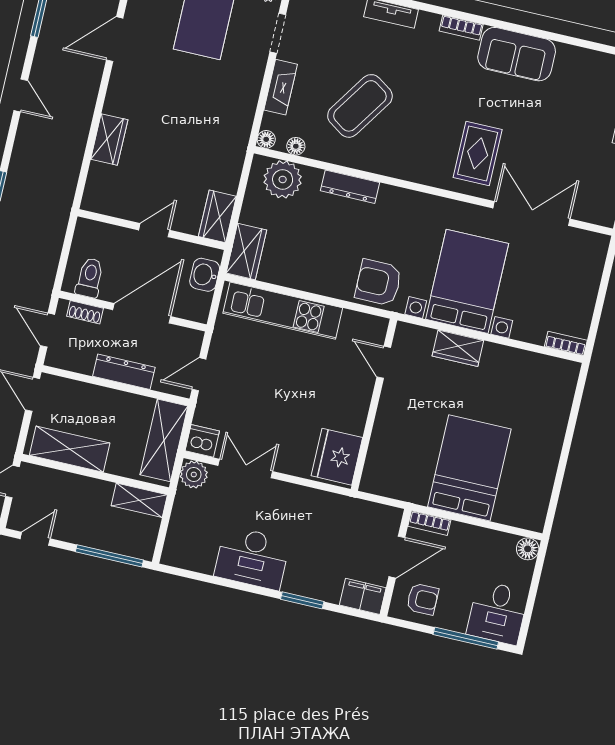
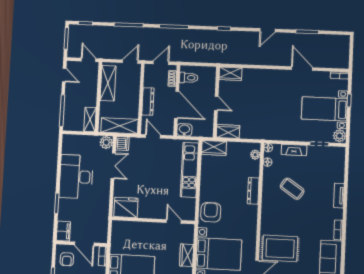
coffee table: (360, 106) -> (292, 189), width x0.73, depth x0.76
wardrobe: (109, 139) -> (230, 74), moved
rug: (478, 153) -> (280, 248), width x1.36, depth x1.43
plant: (283, 179) -> (255, 155), width x0.53, depth x0.53
washbasin: (205, 275) -> (184, 130), moved
door: (384, 362) -> (174, 221), hinge flipped
desk: (252, 558) -> (76, 177), width x1.36, depth x1.30

